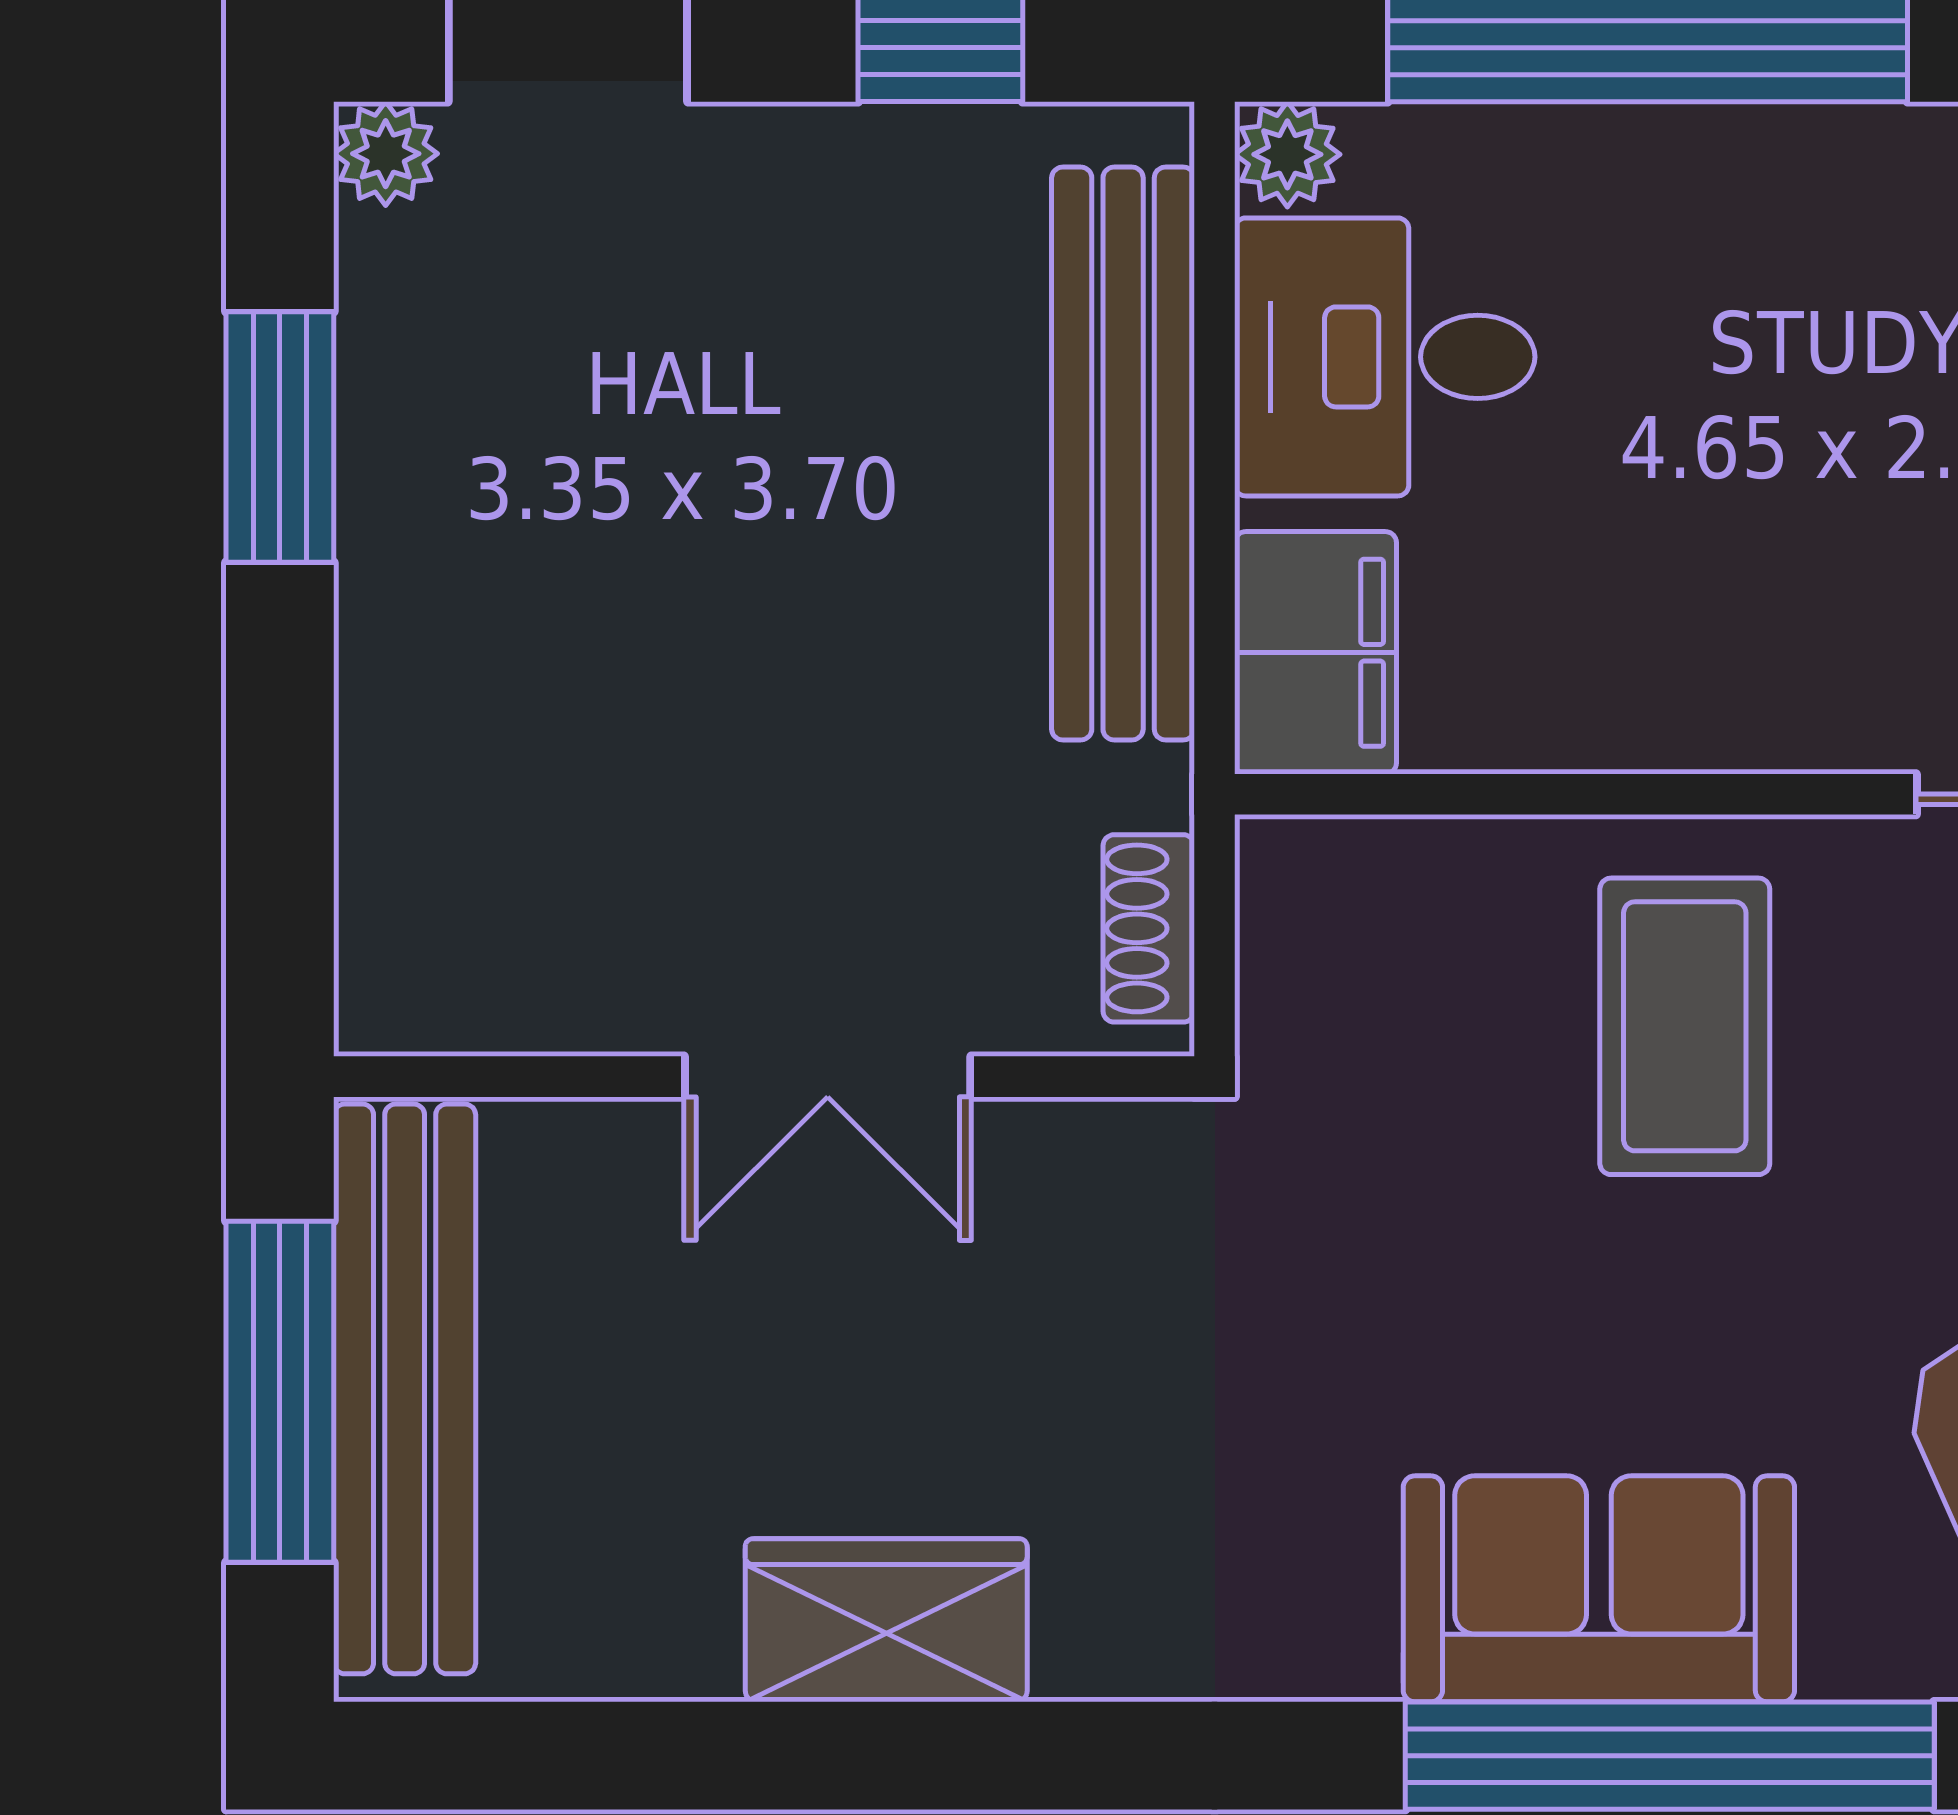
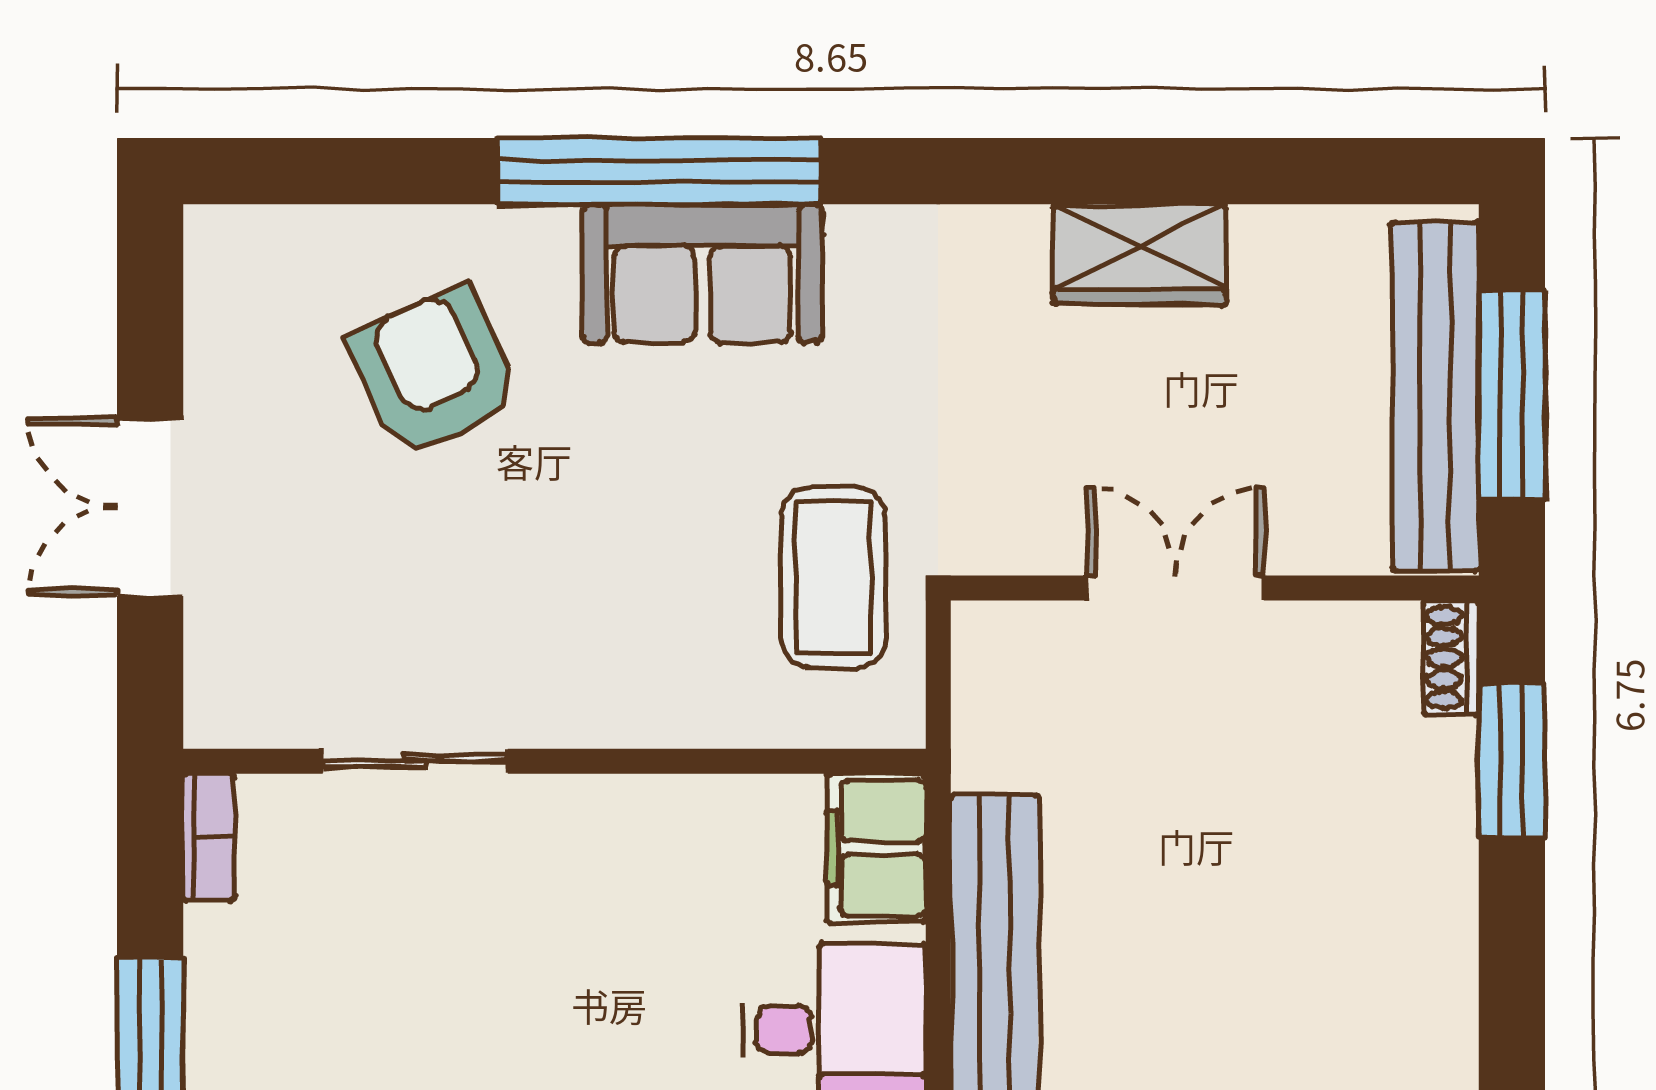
window: (280, 437) -> (1512, 760), moved
shoe rack: (1149, 928) -> (1451, 658), moved, turned 180
coffee table: (1685, 1026) -> (833, 577), moved

